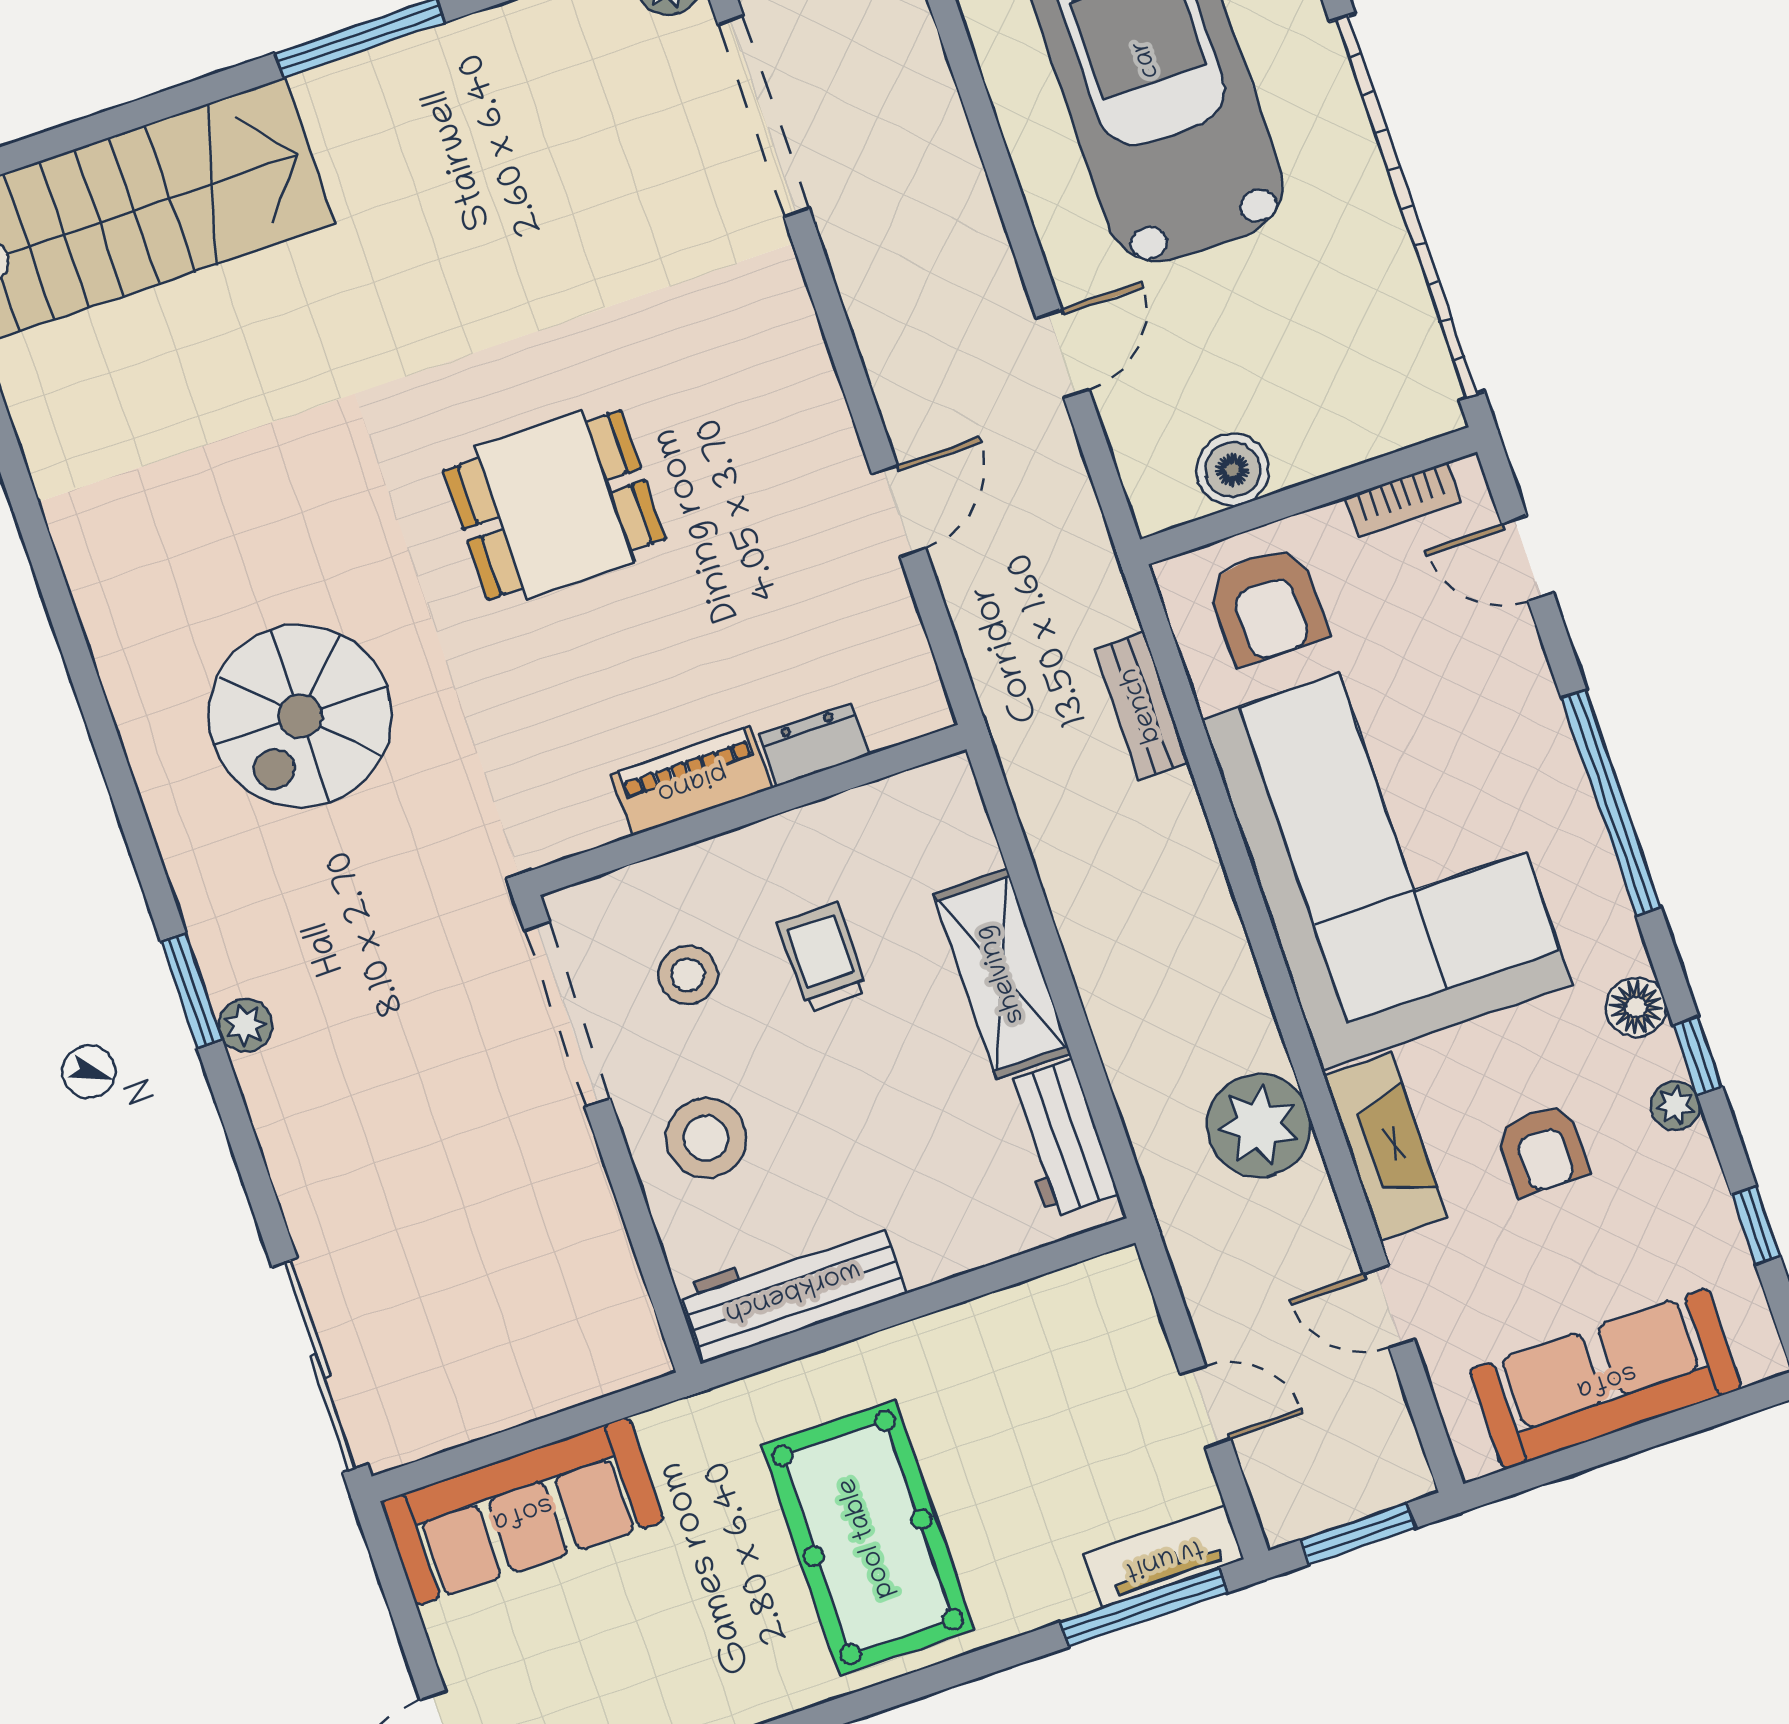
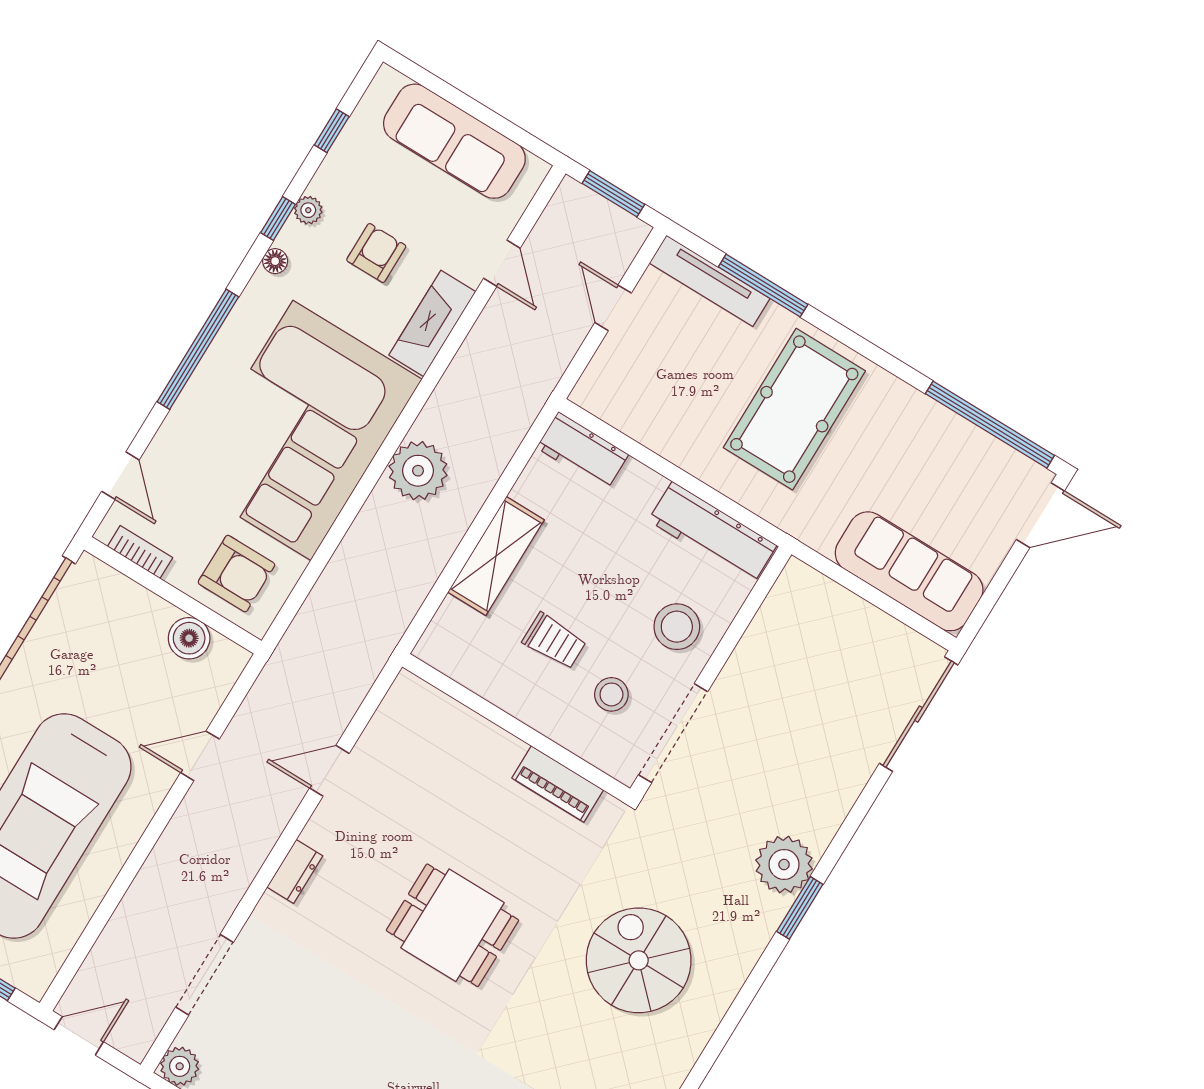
doorway: (764, 117) -> (204, 975), width x0.73
armchair: (1267, 605) -> (236, 574), turned 90
bench: (1142, 705) -> (327, 592), removed
spiral stairs: (300, 716) -> (639, 960), turned -90
dresser: (814, 745) -> (295, 871), moved, turned -90
piano: (691, 781) -> (558, 784), moved
trolley: (823, 957) -> (554, 641), turned -90
floor lamp: (1636, 1007) -> (275, 261), width x0.73, depth x0.73
plant: (245, 1025) -> (784, 864), width x1.87, depth x1.87
plant: (1259, 1126) -> (418, 471), moved
workbench: (1061, 1139) -> (582, 451), moved, turned 90
tv unit: (1164, 1557) -> (710, 281), width x1.41
window: (1144, 1607) -> (763, 286), moved

